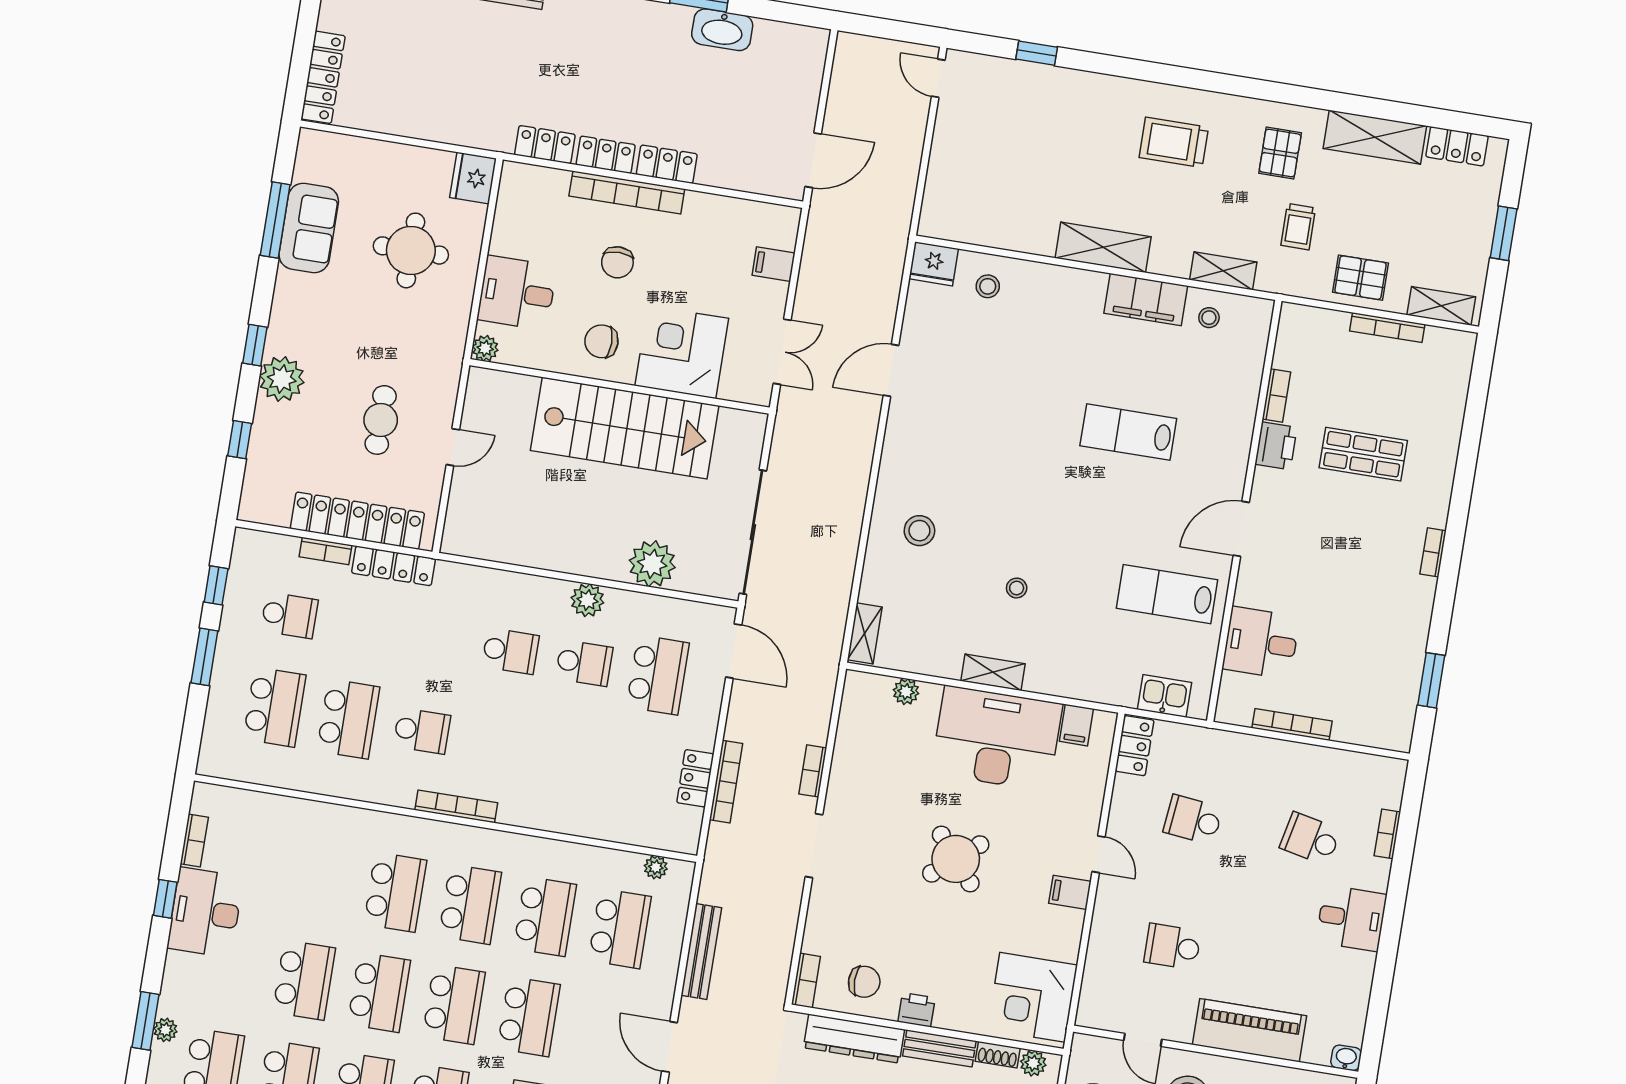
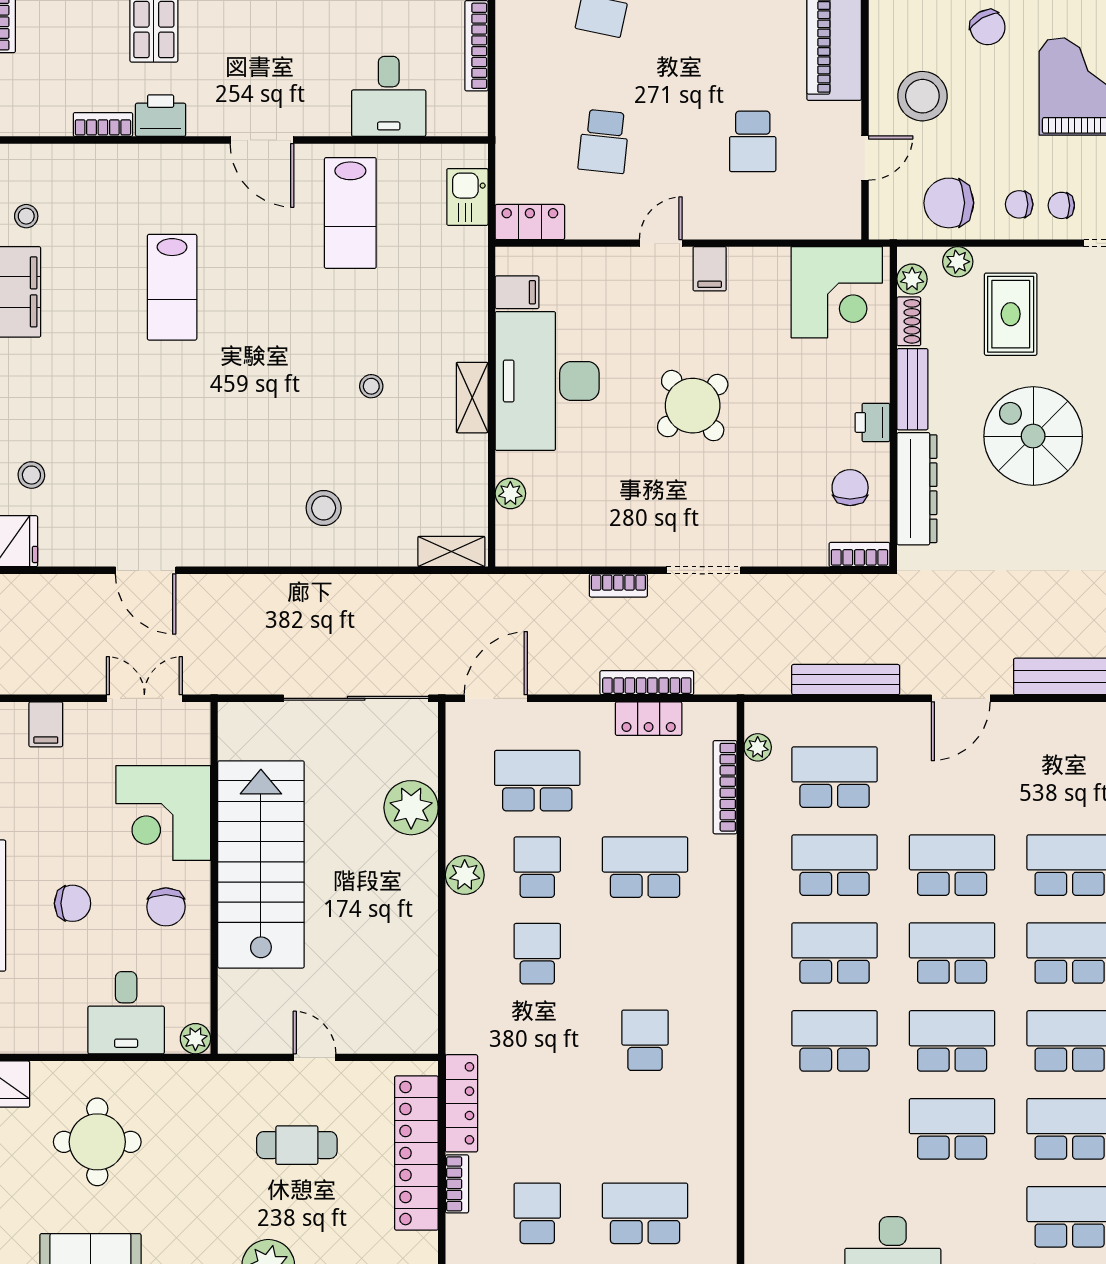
school desk: (348, 719) -> (645, 867), moved
bookcase: (456, 806) -> (725, 787), moved

